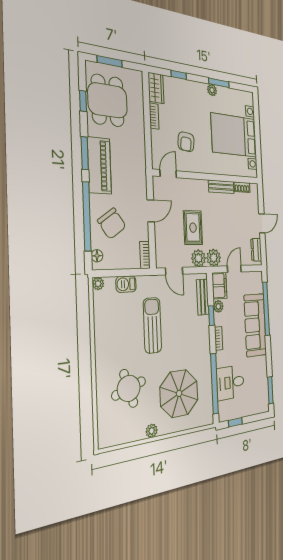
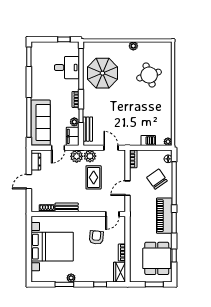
sun lounger: (152, 325) -> (130, 113), removed
sofa: (255, 325) -> (41, 123), moved
parasol: (179, 393) -> (102, 73), moved

